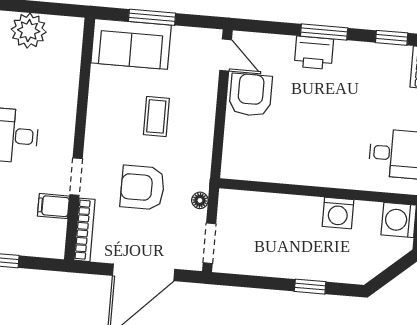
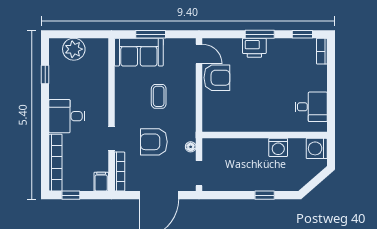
armchair: (251, 95) -> (217, 78), turned 90
filing cabinet: (53, 206) -> (101, 182), moved, turned 90

